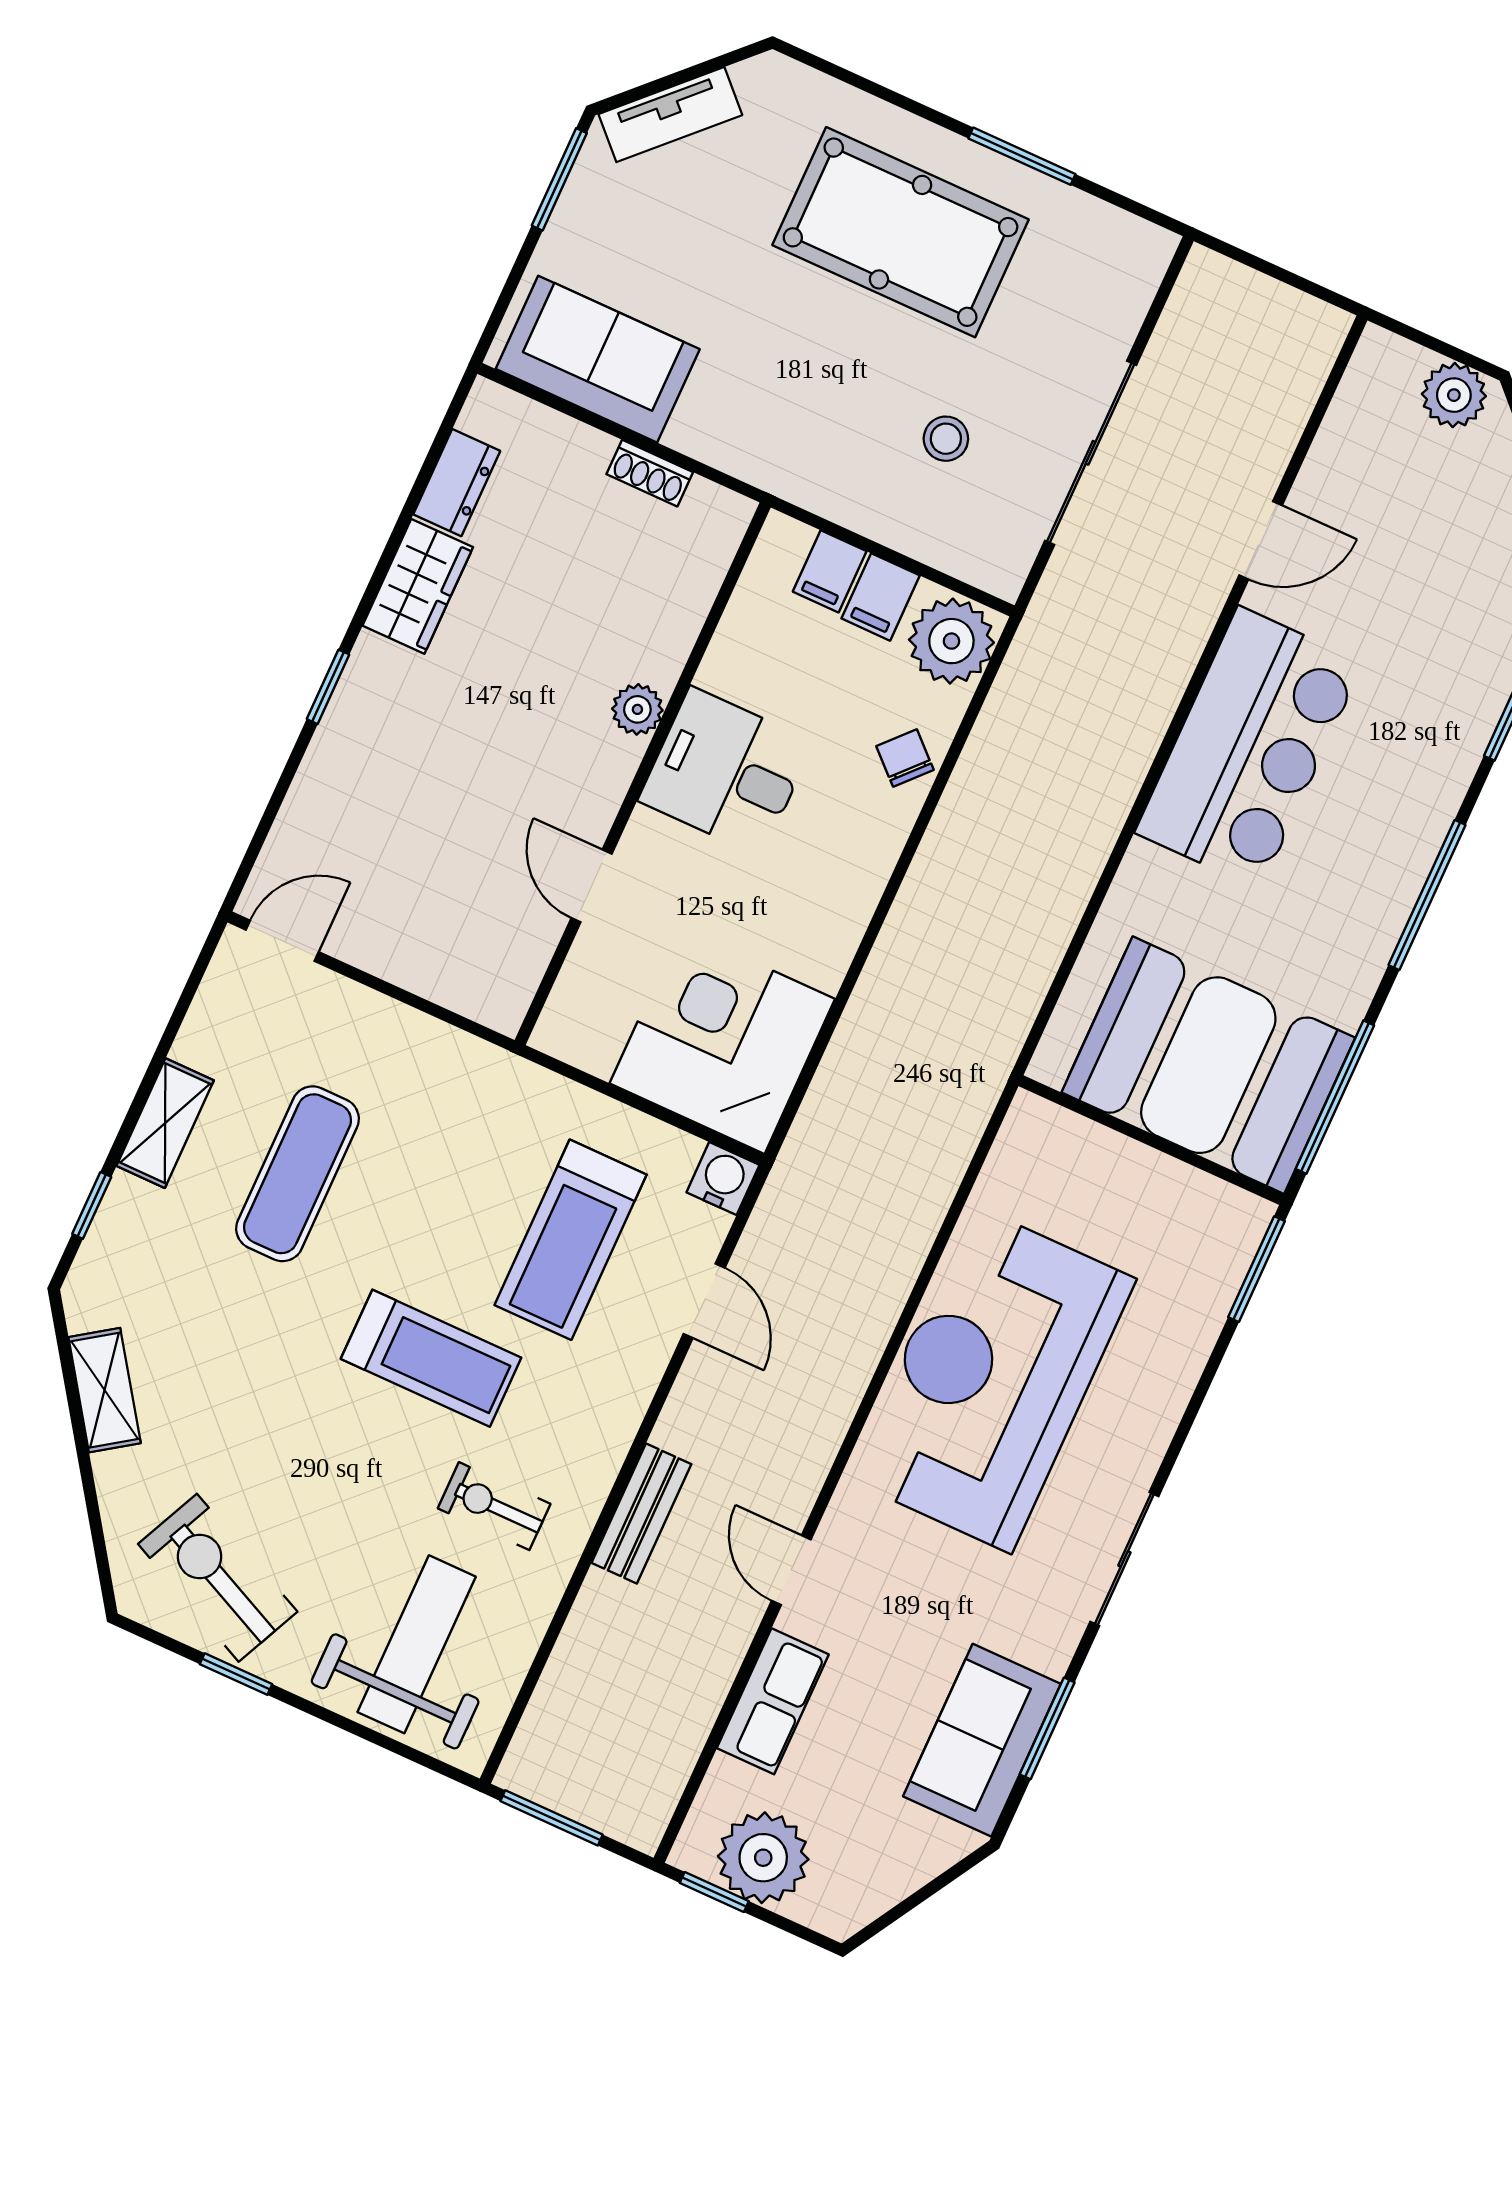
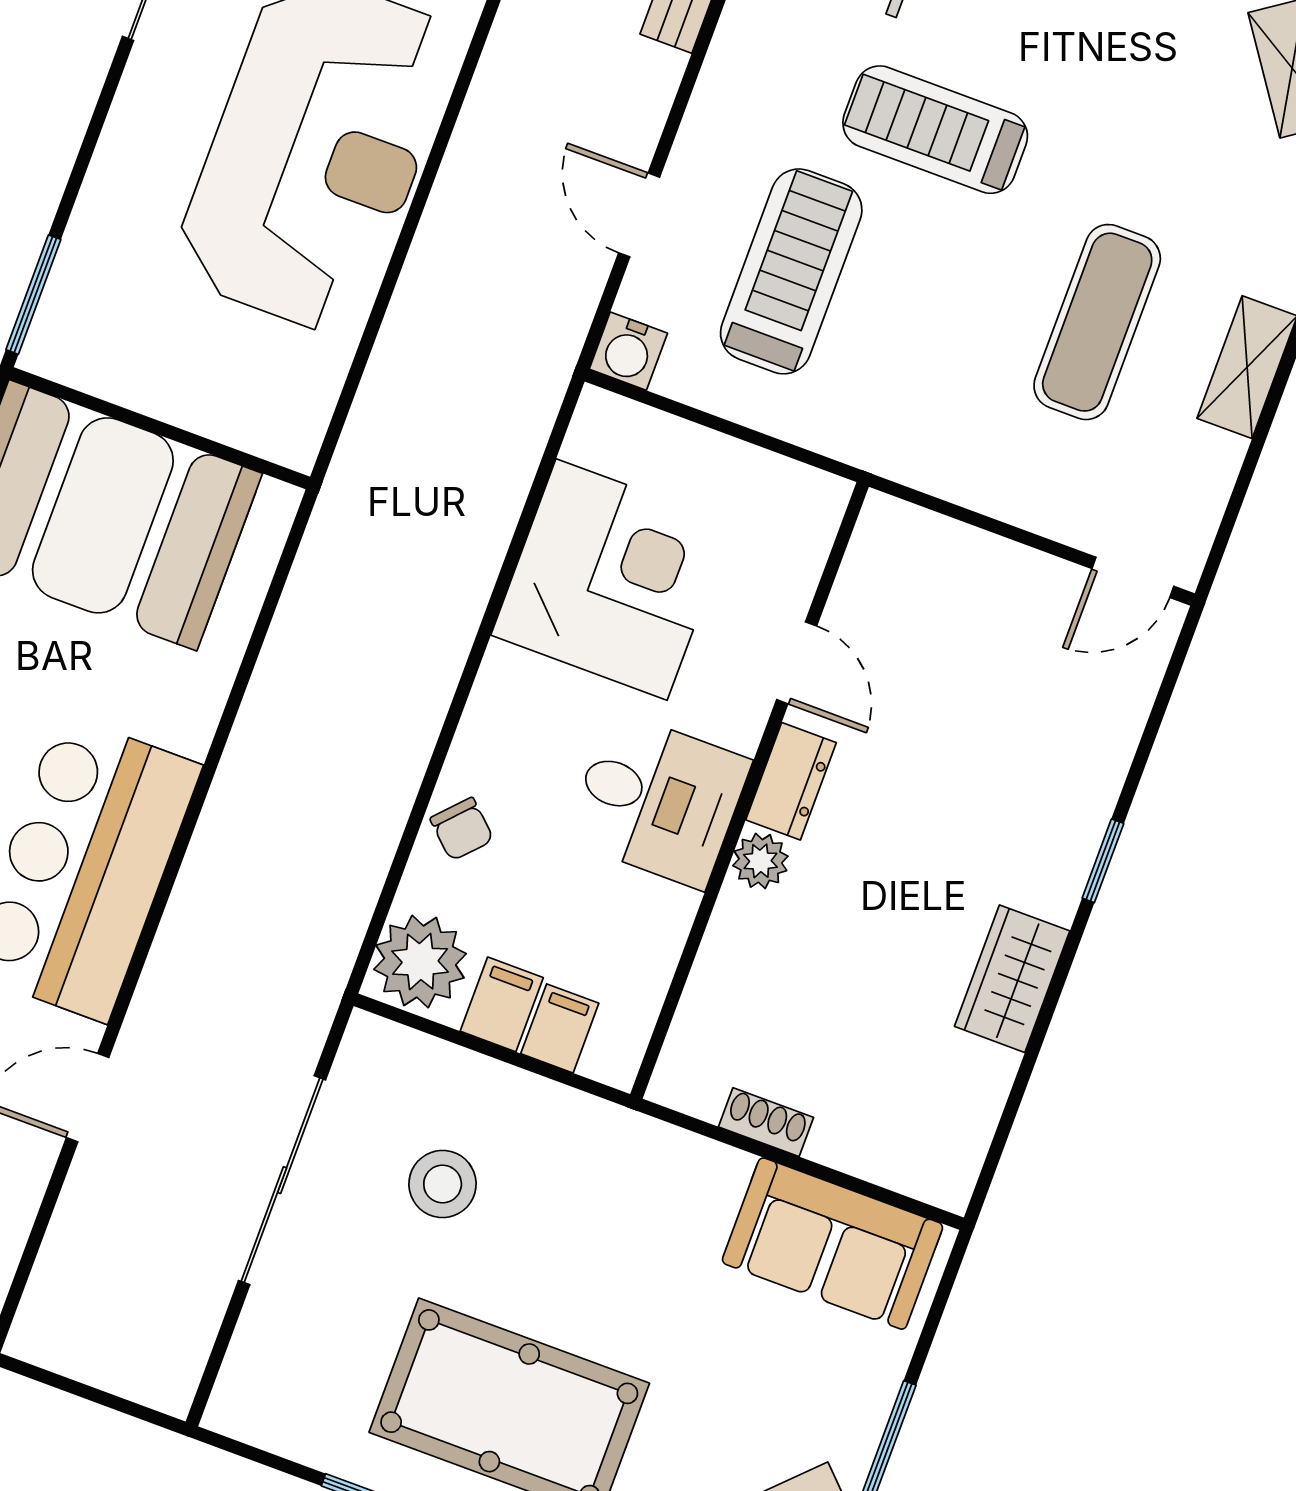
stool: (946, 439) -> (443, 1184), width x1.37, depth x1.37
dresser: (457, 483) -> (791, 781), moved, turned 180
corner desk: (722, 1041) -> (612, 580), moved, turned -90

